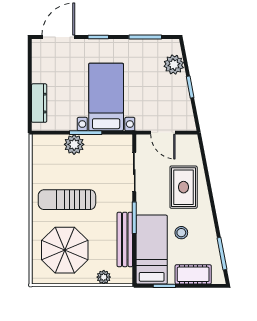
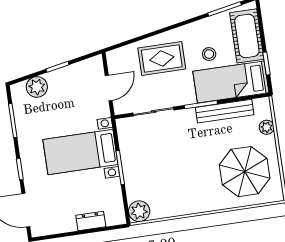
dresser: (39, 103) -> (91, 221), width x0.70
plant: (74, 144) -> (139, 211), moved
sun lounger: (67, 200) -> (192, 177), removed
cot: (193, 274) -> (247, 36), width x1.37, depth x1.34

